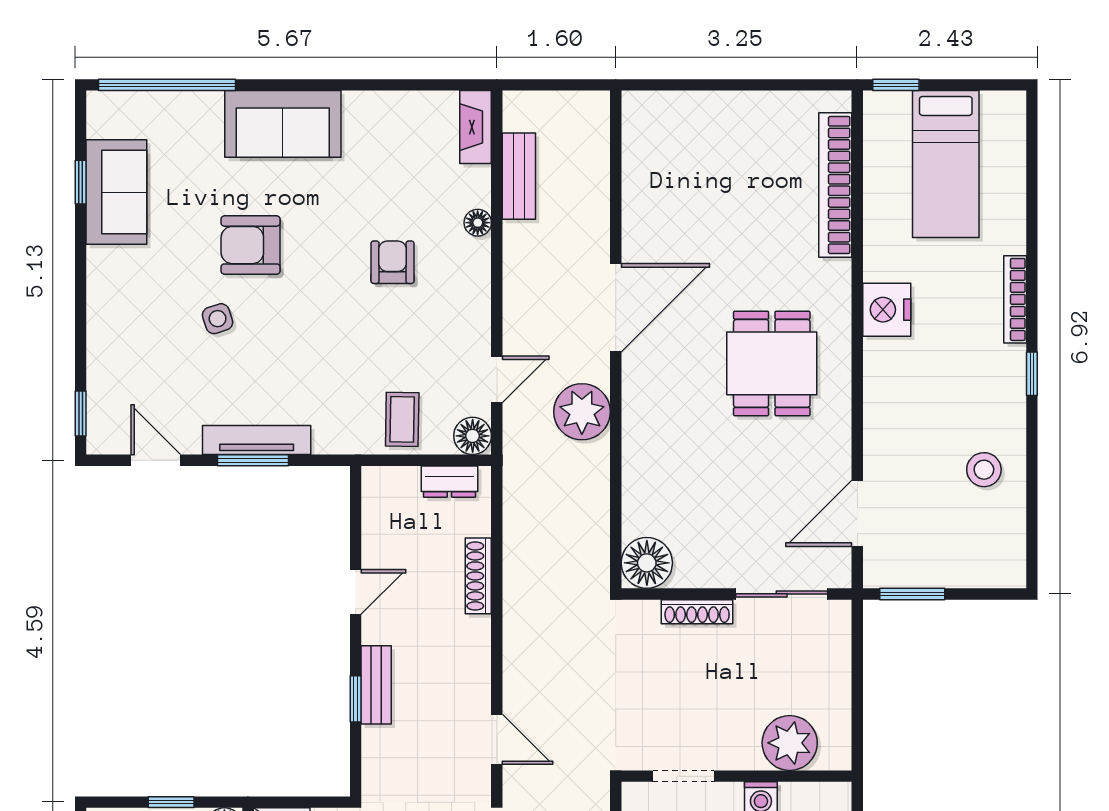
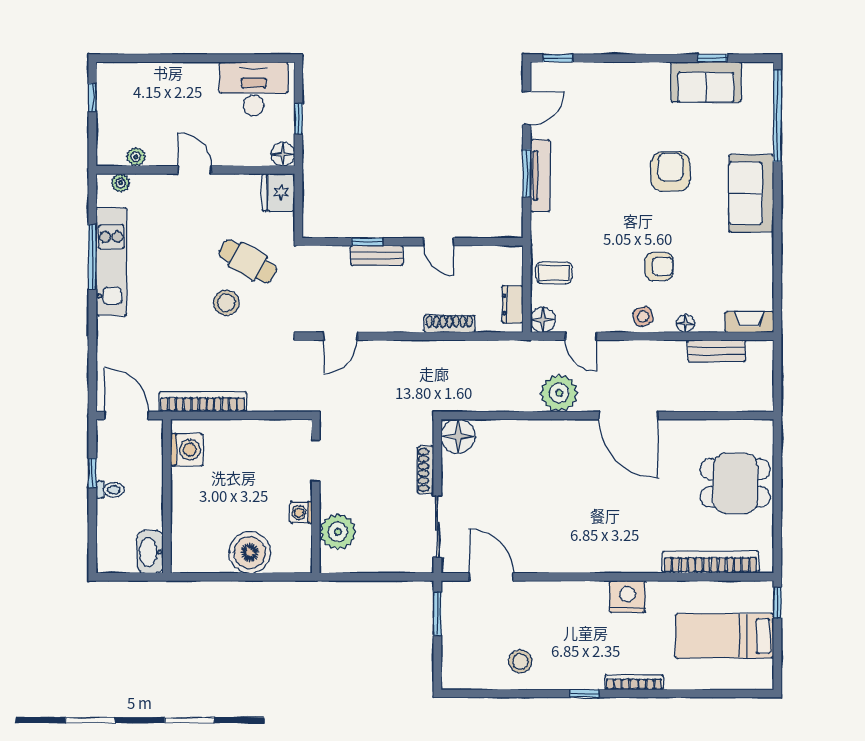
side table: (218, 319) -> (643, 316), moved
dining table: (772, 363) -> (735, 483), moved

